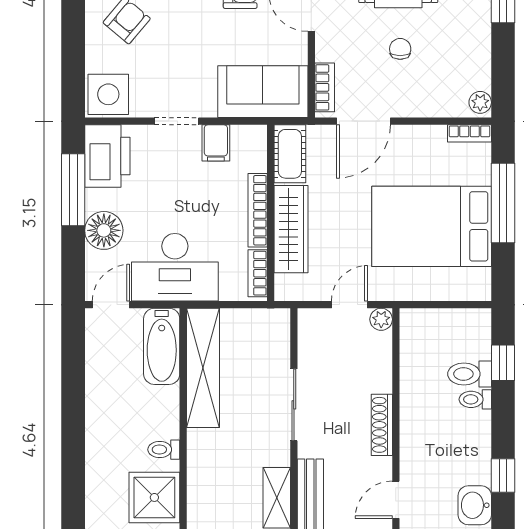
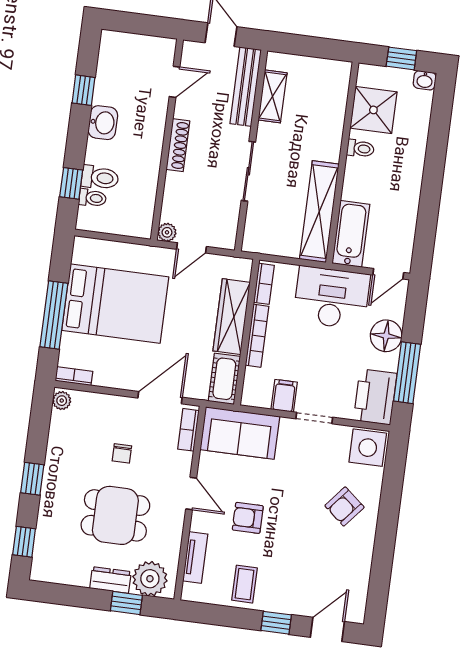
toilet: (475, 399) -> (93, 198), moved
washbasin: (475, 505) -> (103, 123), moved

